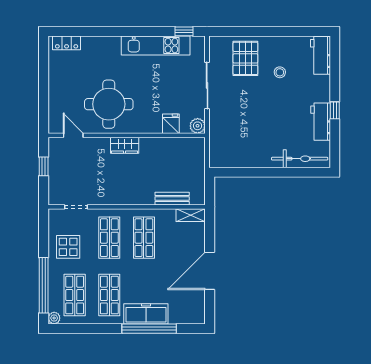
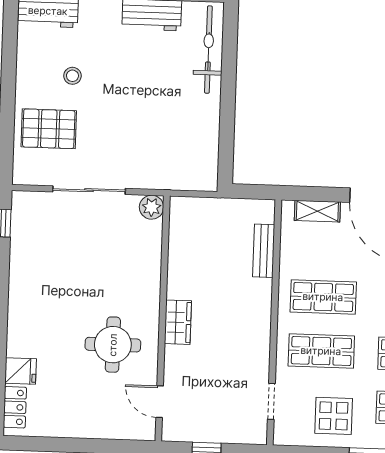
kitchen unit: (156, 46) -> (24, 268), removed
round table: (109, 104) -> (113, 345), width x0.73, depth x0.73
fridge: (171, 124) -> (21, 371), moved, turned 180
door: (73, 135) -> (160, 402), hinge flipped
shelving: (191, 215) -> (317, 211), moved, turned 90

